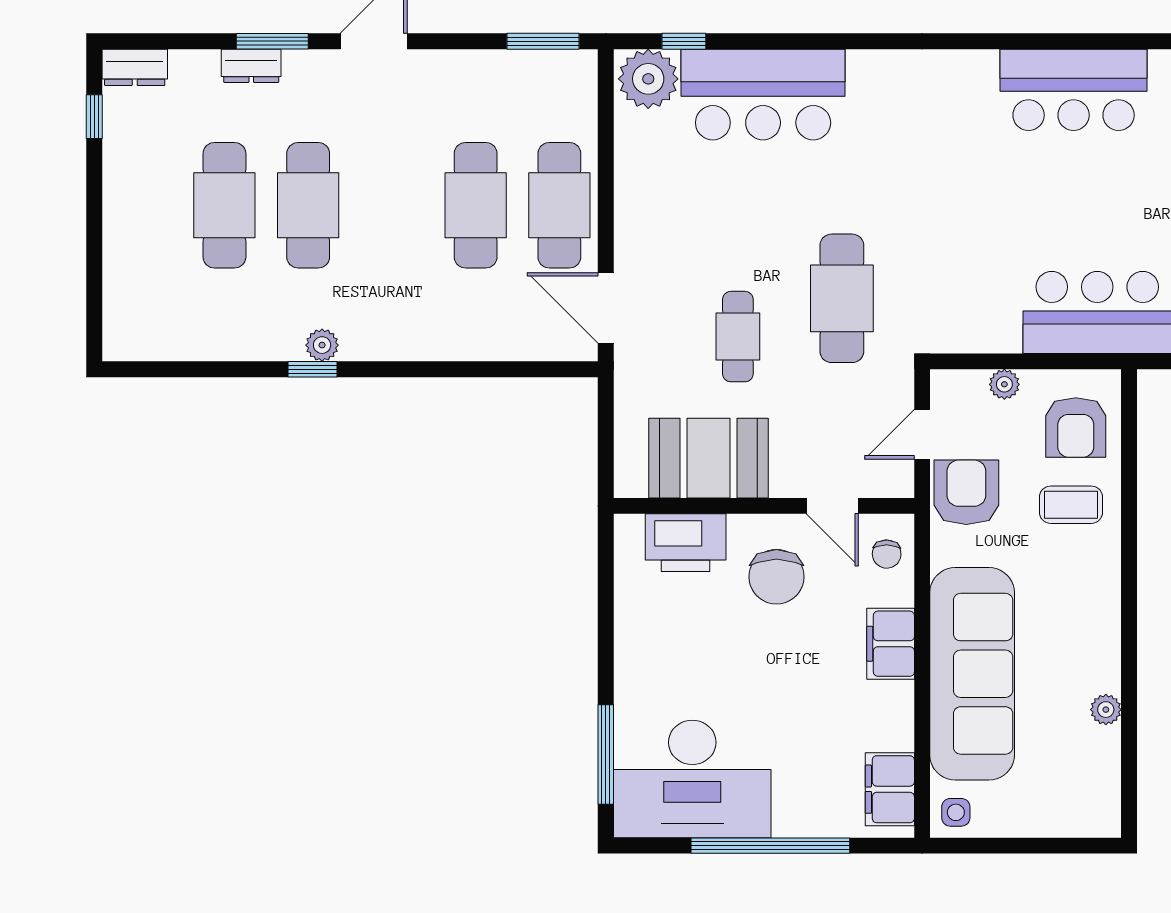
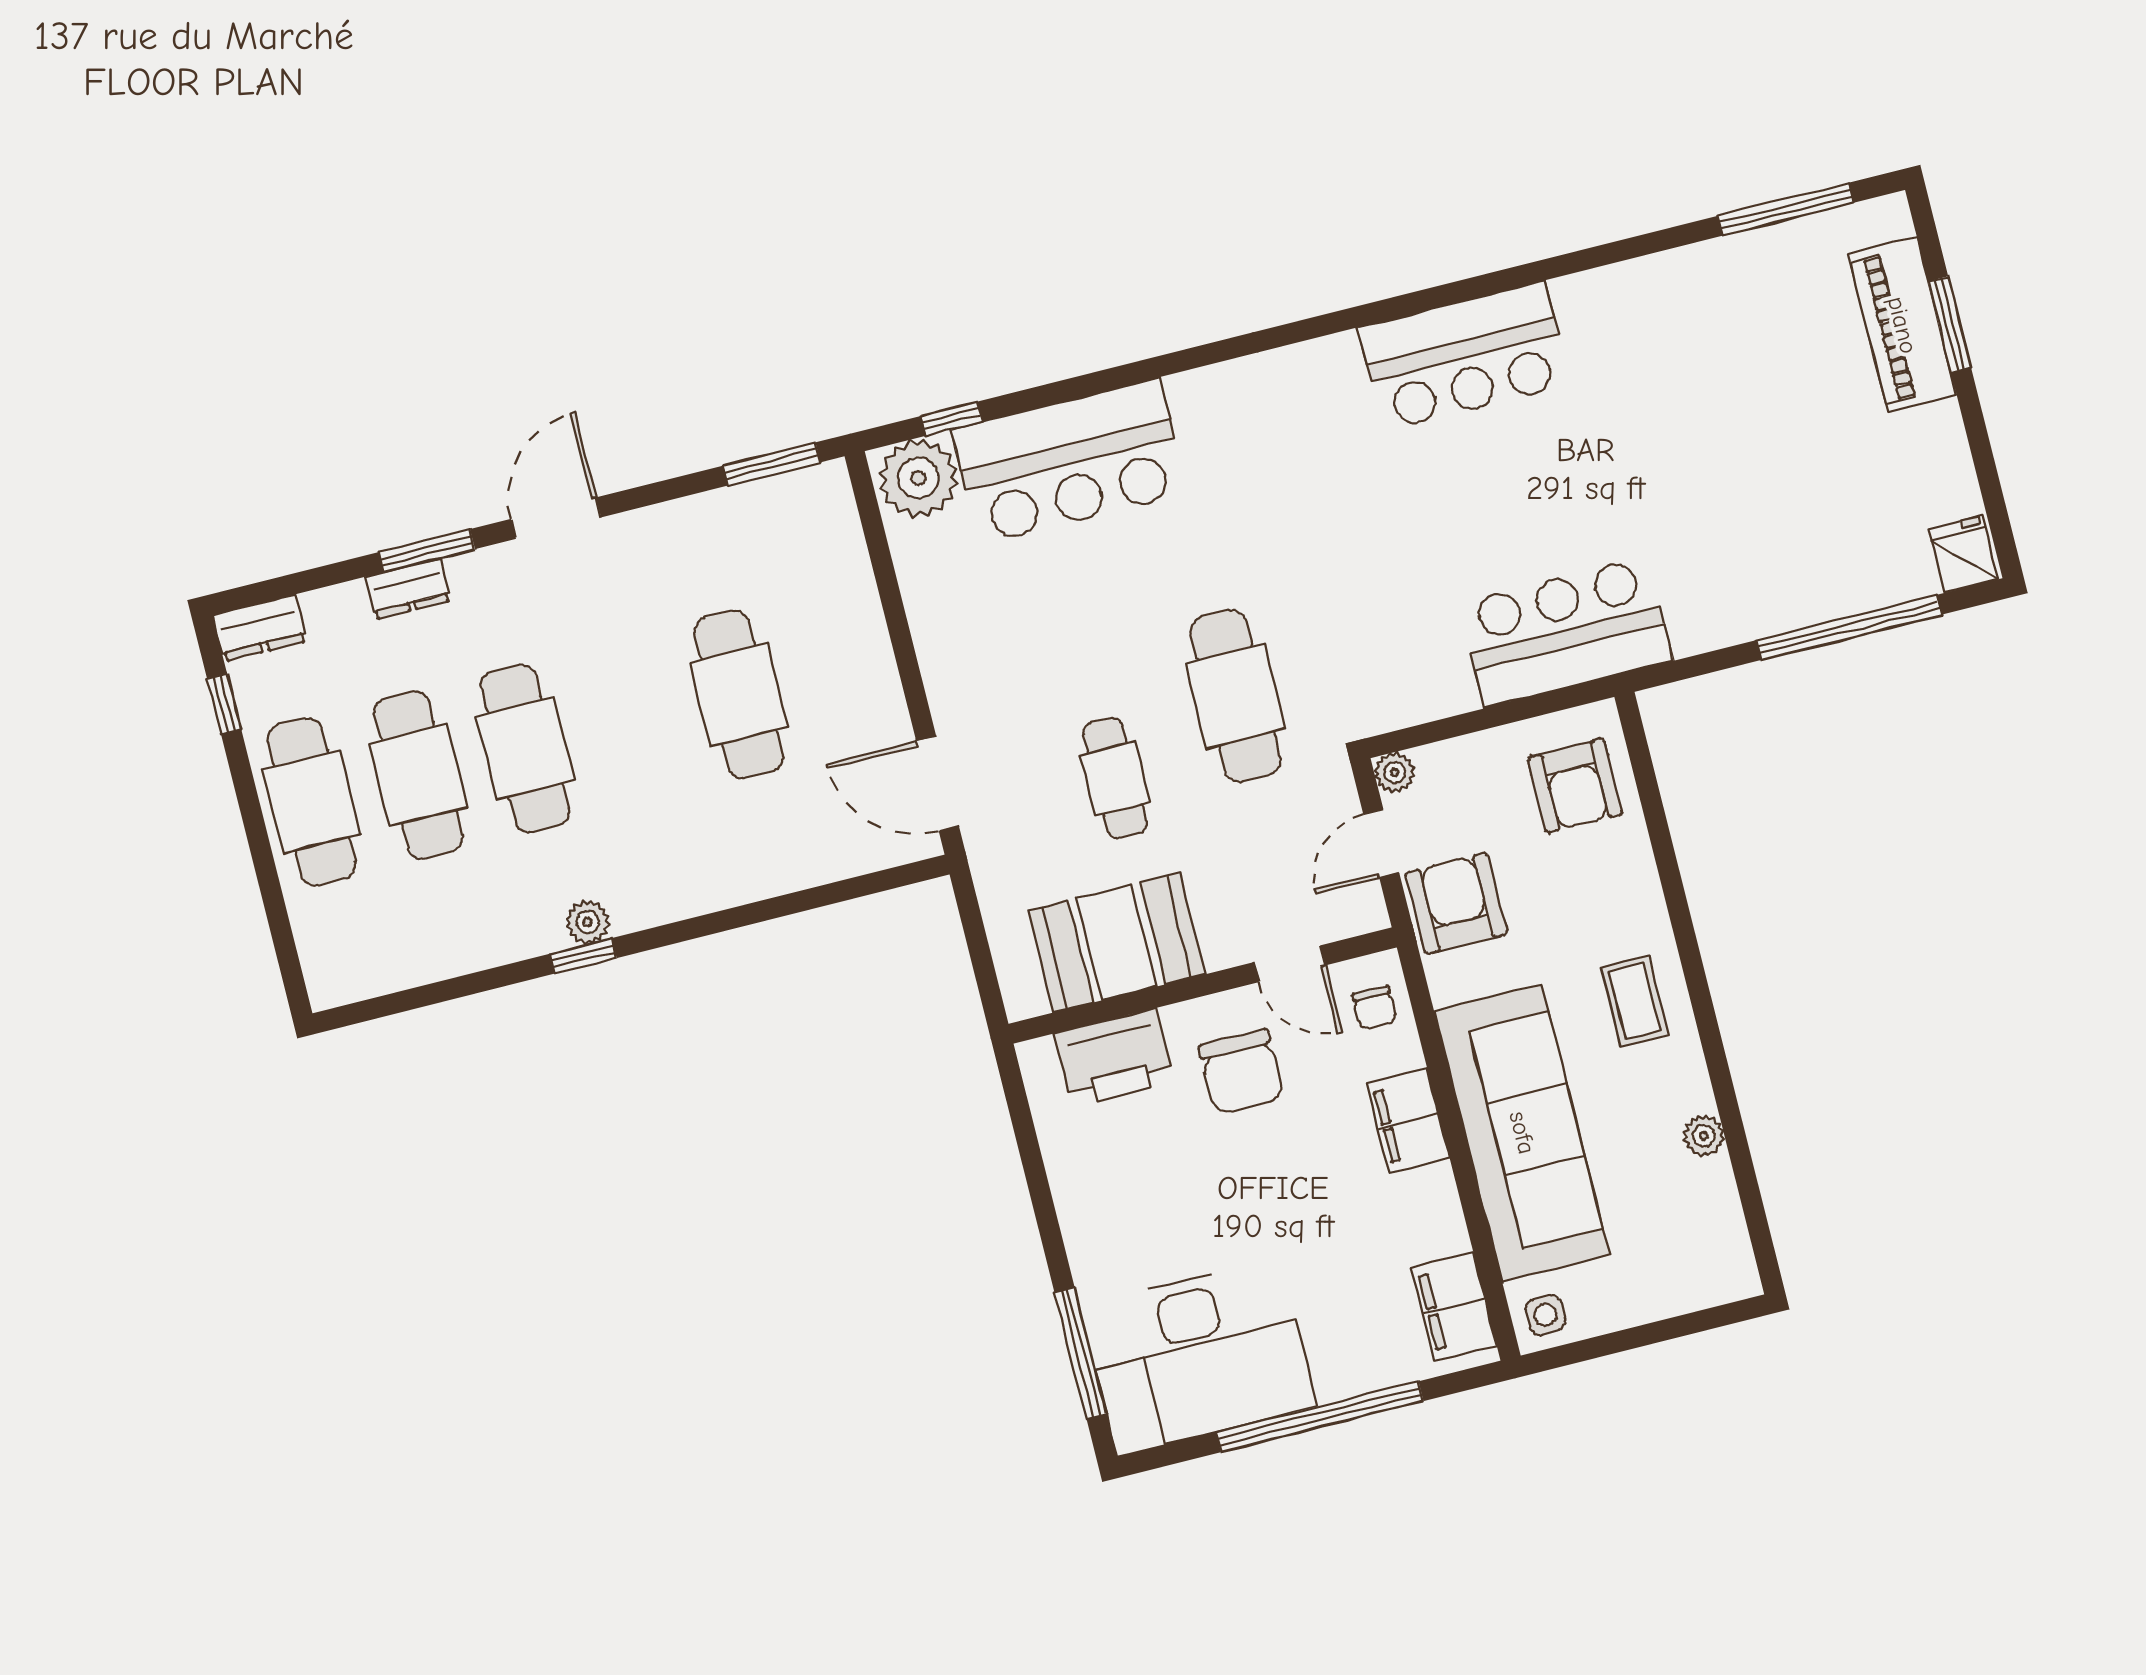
cafe table: (559, 205) -> (312, 802), moved
plant: (1004, 384) -> (1394, 773), moved
coffee table: (1071, 505) -> (1635, 1001), moved, turned 90

